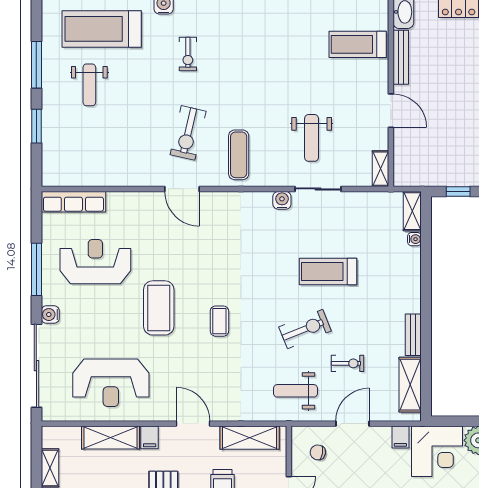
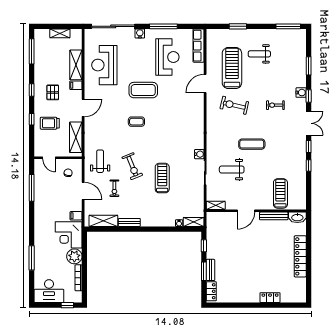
treadmill: (102, 29) -> (232, 68), moved
window: (36, 65) -> (288, 26), moved
exercise mat: (239, 155) -> (252, 144), moved
door: (182, 189) -> (205, 84), moved

